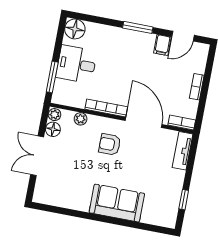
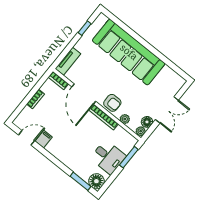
window: (138, 27) -> (80, 181), moved
armchair: (110, 144) -> (112, 103), moved
sofa: (117, 203) -> (129, 52), width x1.85, depth x1.27

